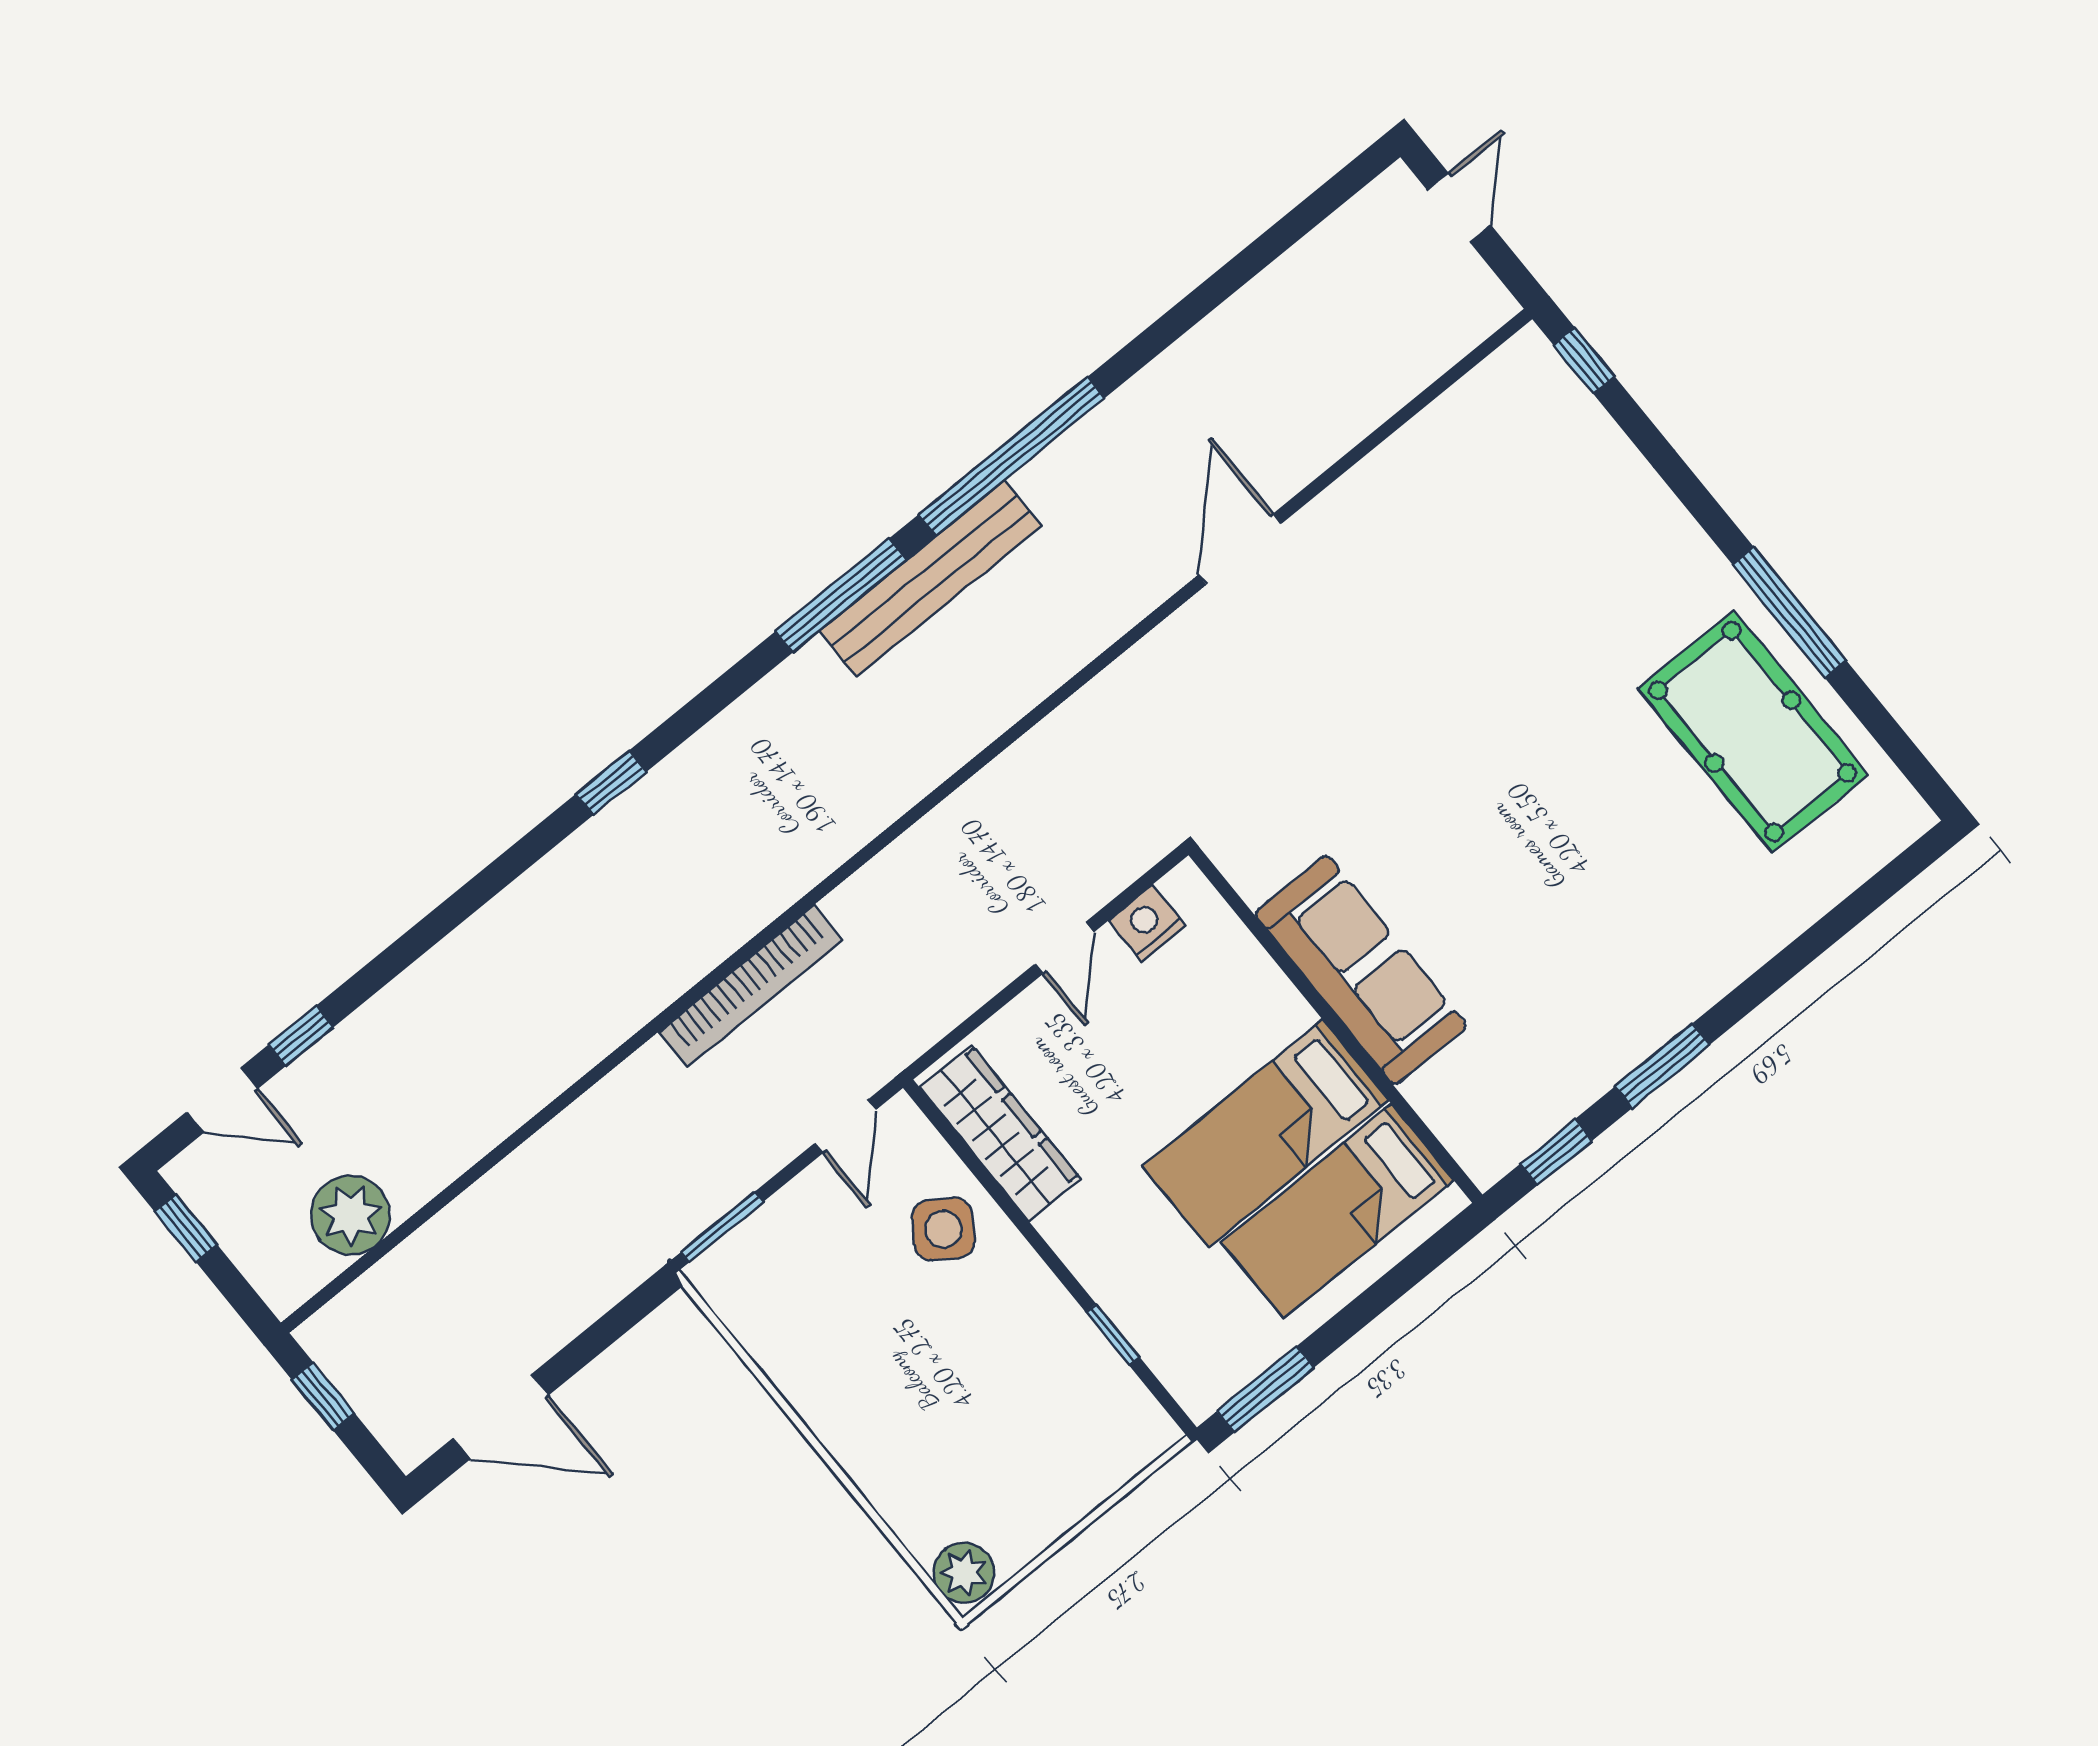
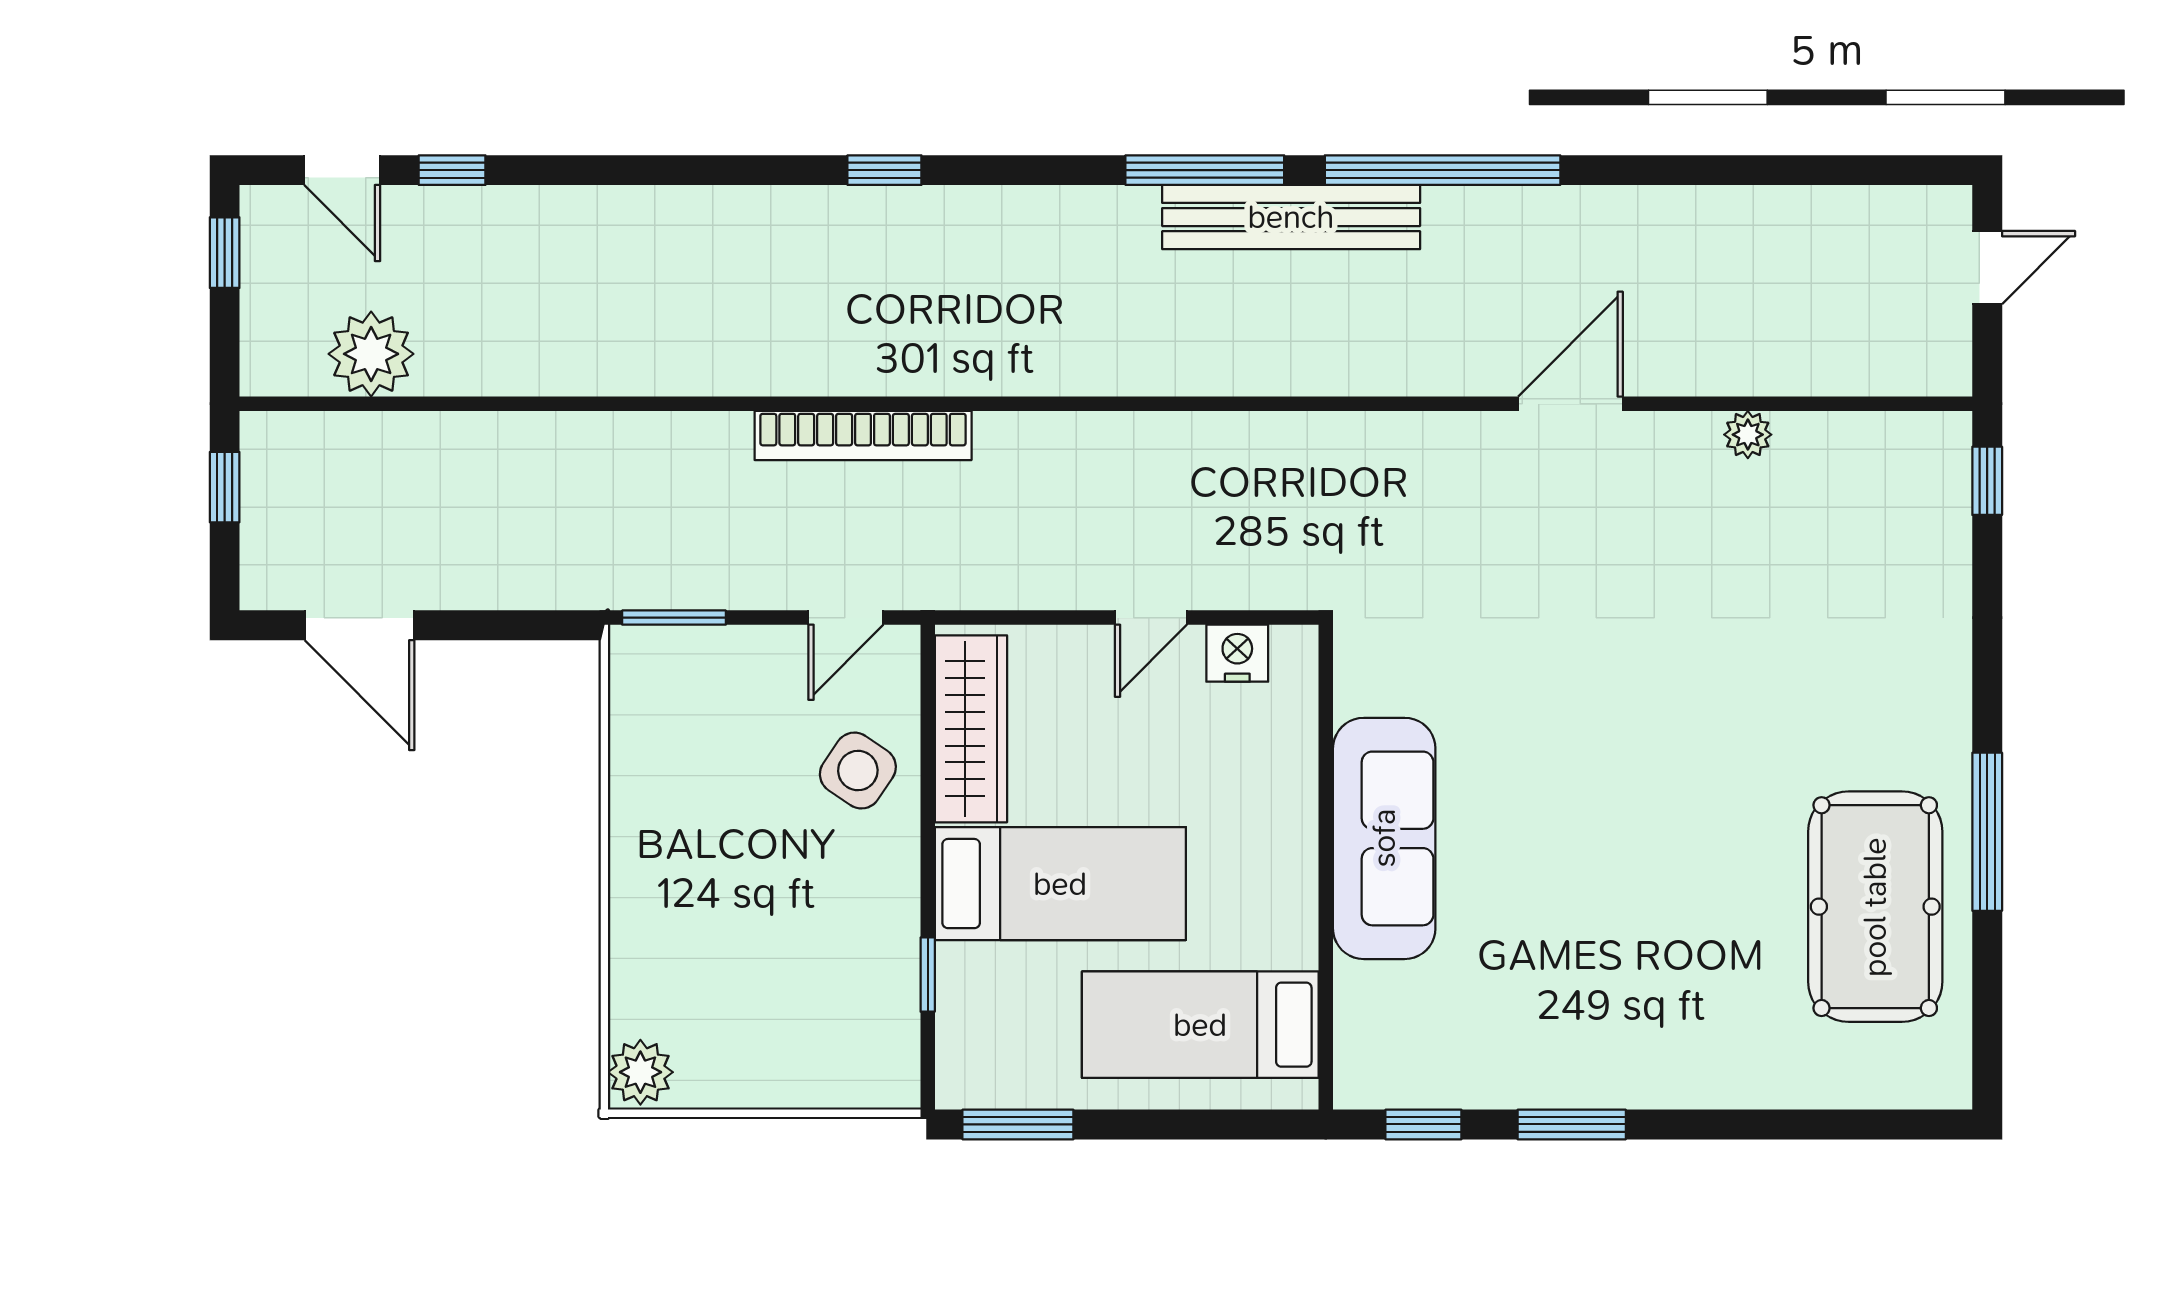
plant: (1385, 467) -> (1748, 435), added
bed: (1265, 1133) -> (1060, 884), moved, turned 180

